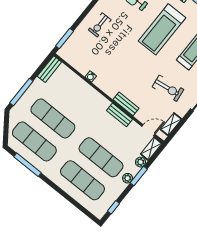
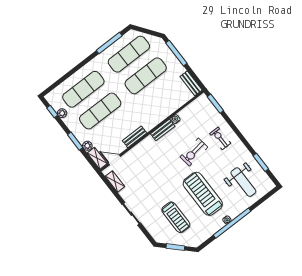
exercise bike: (168, 88) -> (194, 152), moved
bench: (126, 104) -> (163, 130), moved
door: (148, 130) -> (115, 160), swing flipped
plant: (128, 178) -> (62, 113), moved

